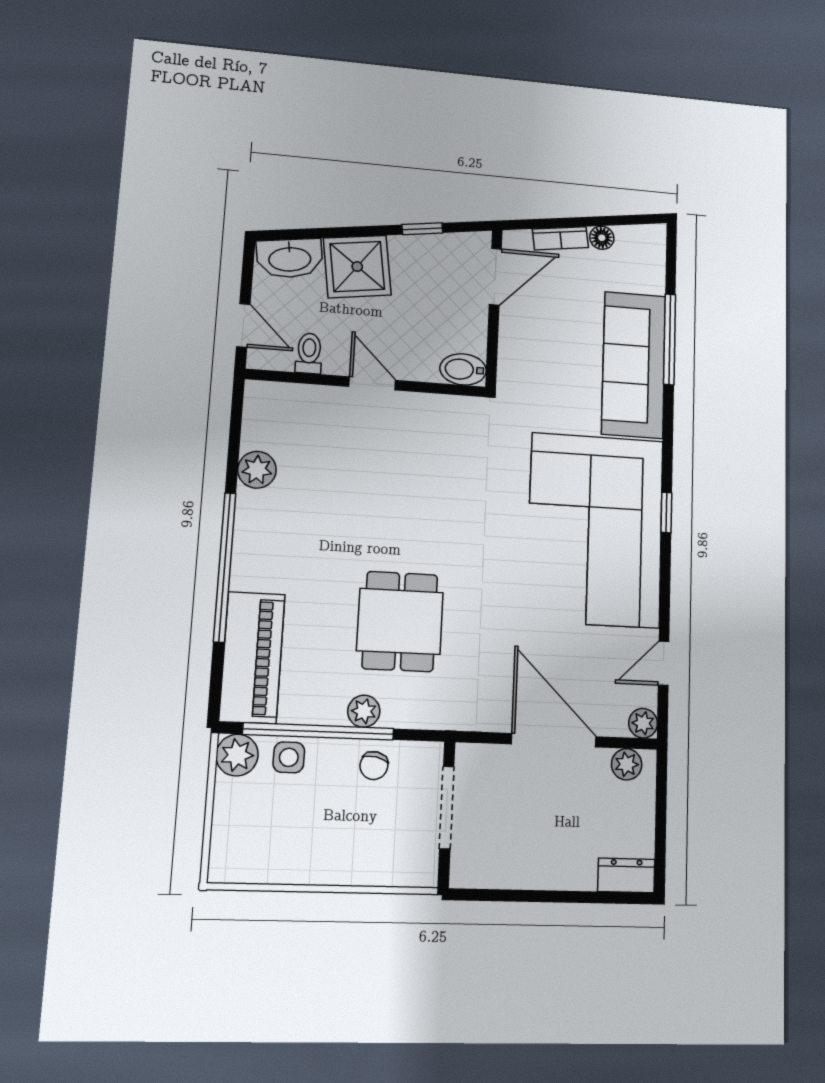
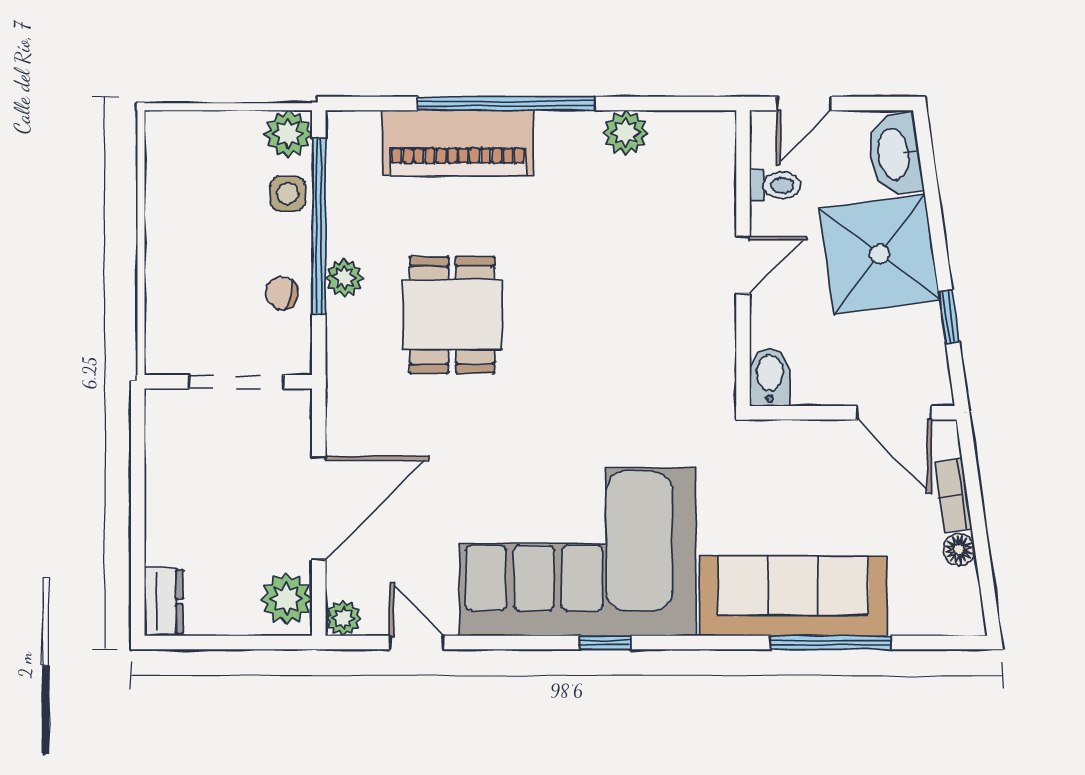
shower: (357, 267) -> (879, 254), width x1.37, depth x1.37
dining table: (400, 621) -> (452, 315), turned 90
piano: (252, 657) -> (458, 143), moved
plant: (627, 764) -> (286, 599), width x1.38, depth x1.38

